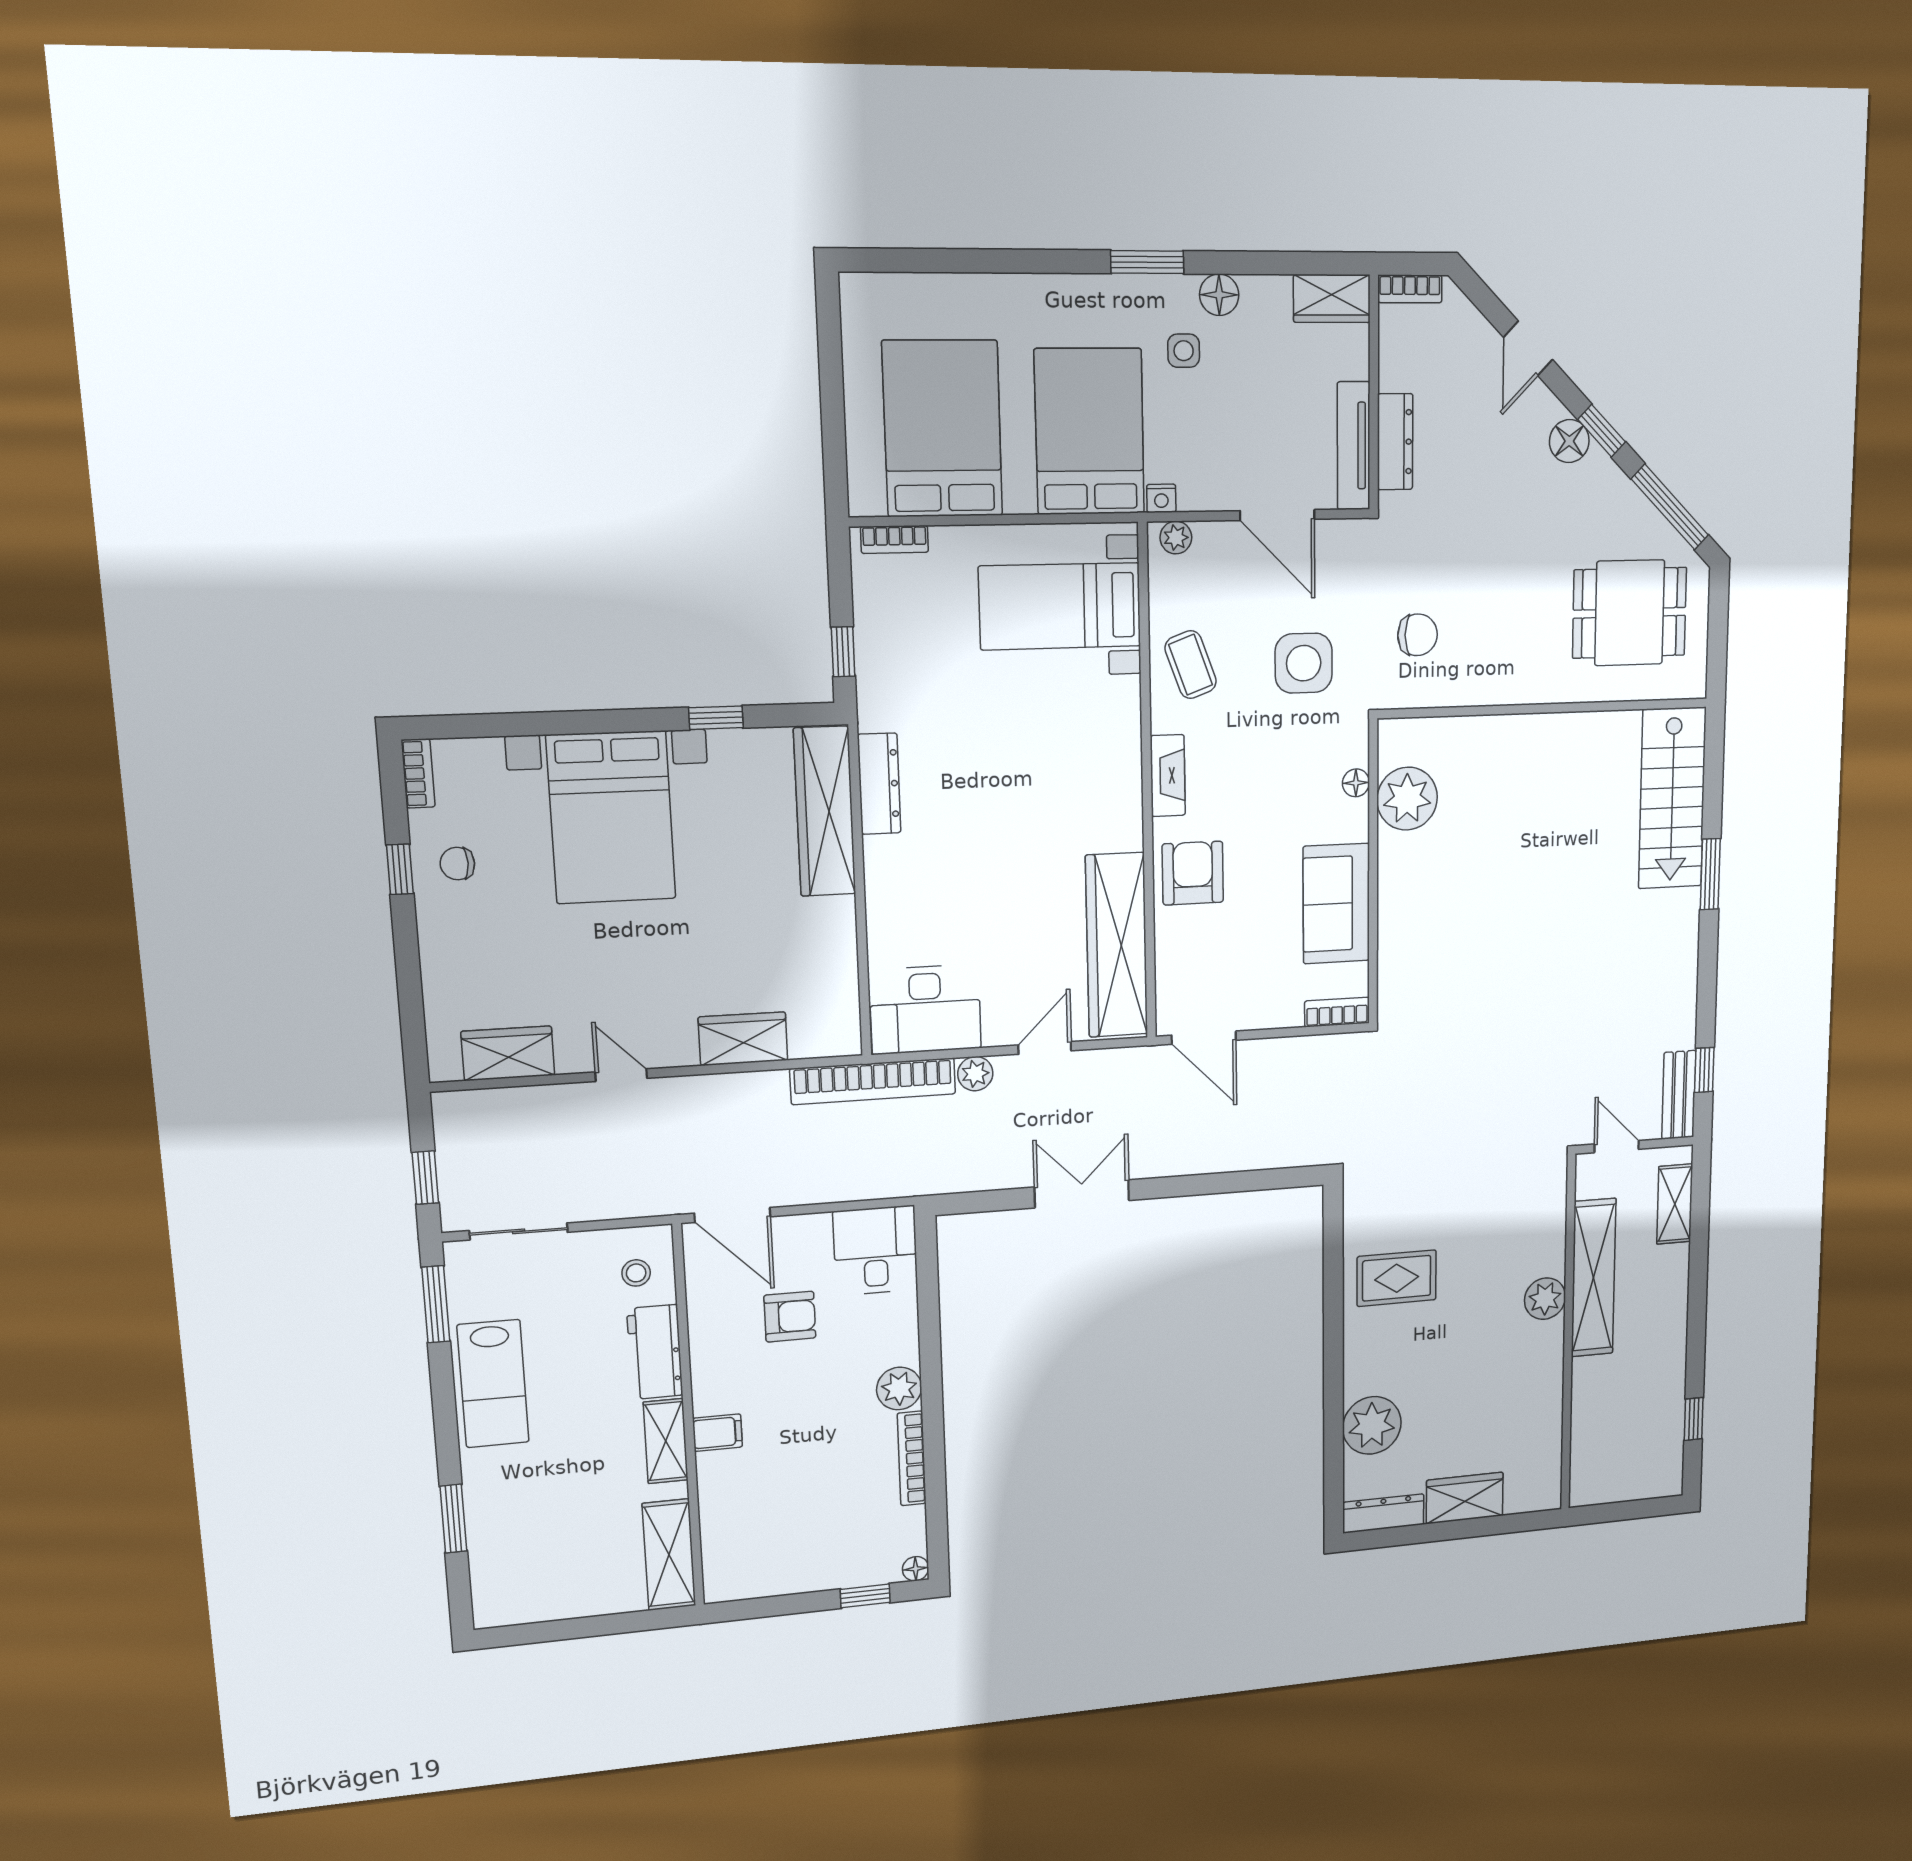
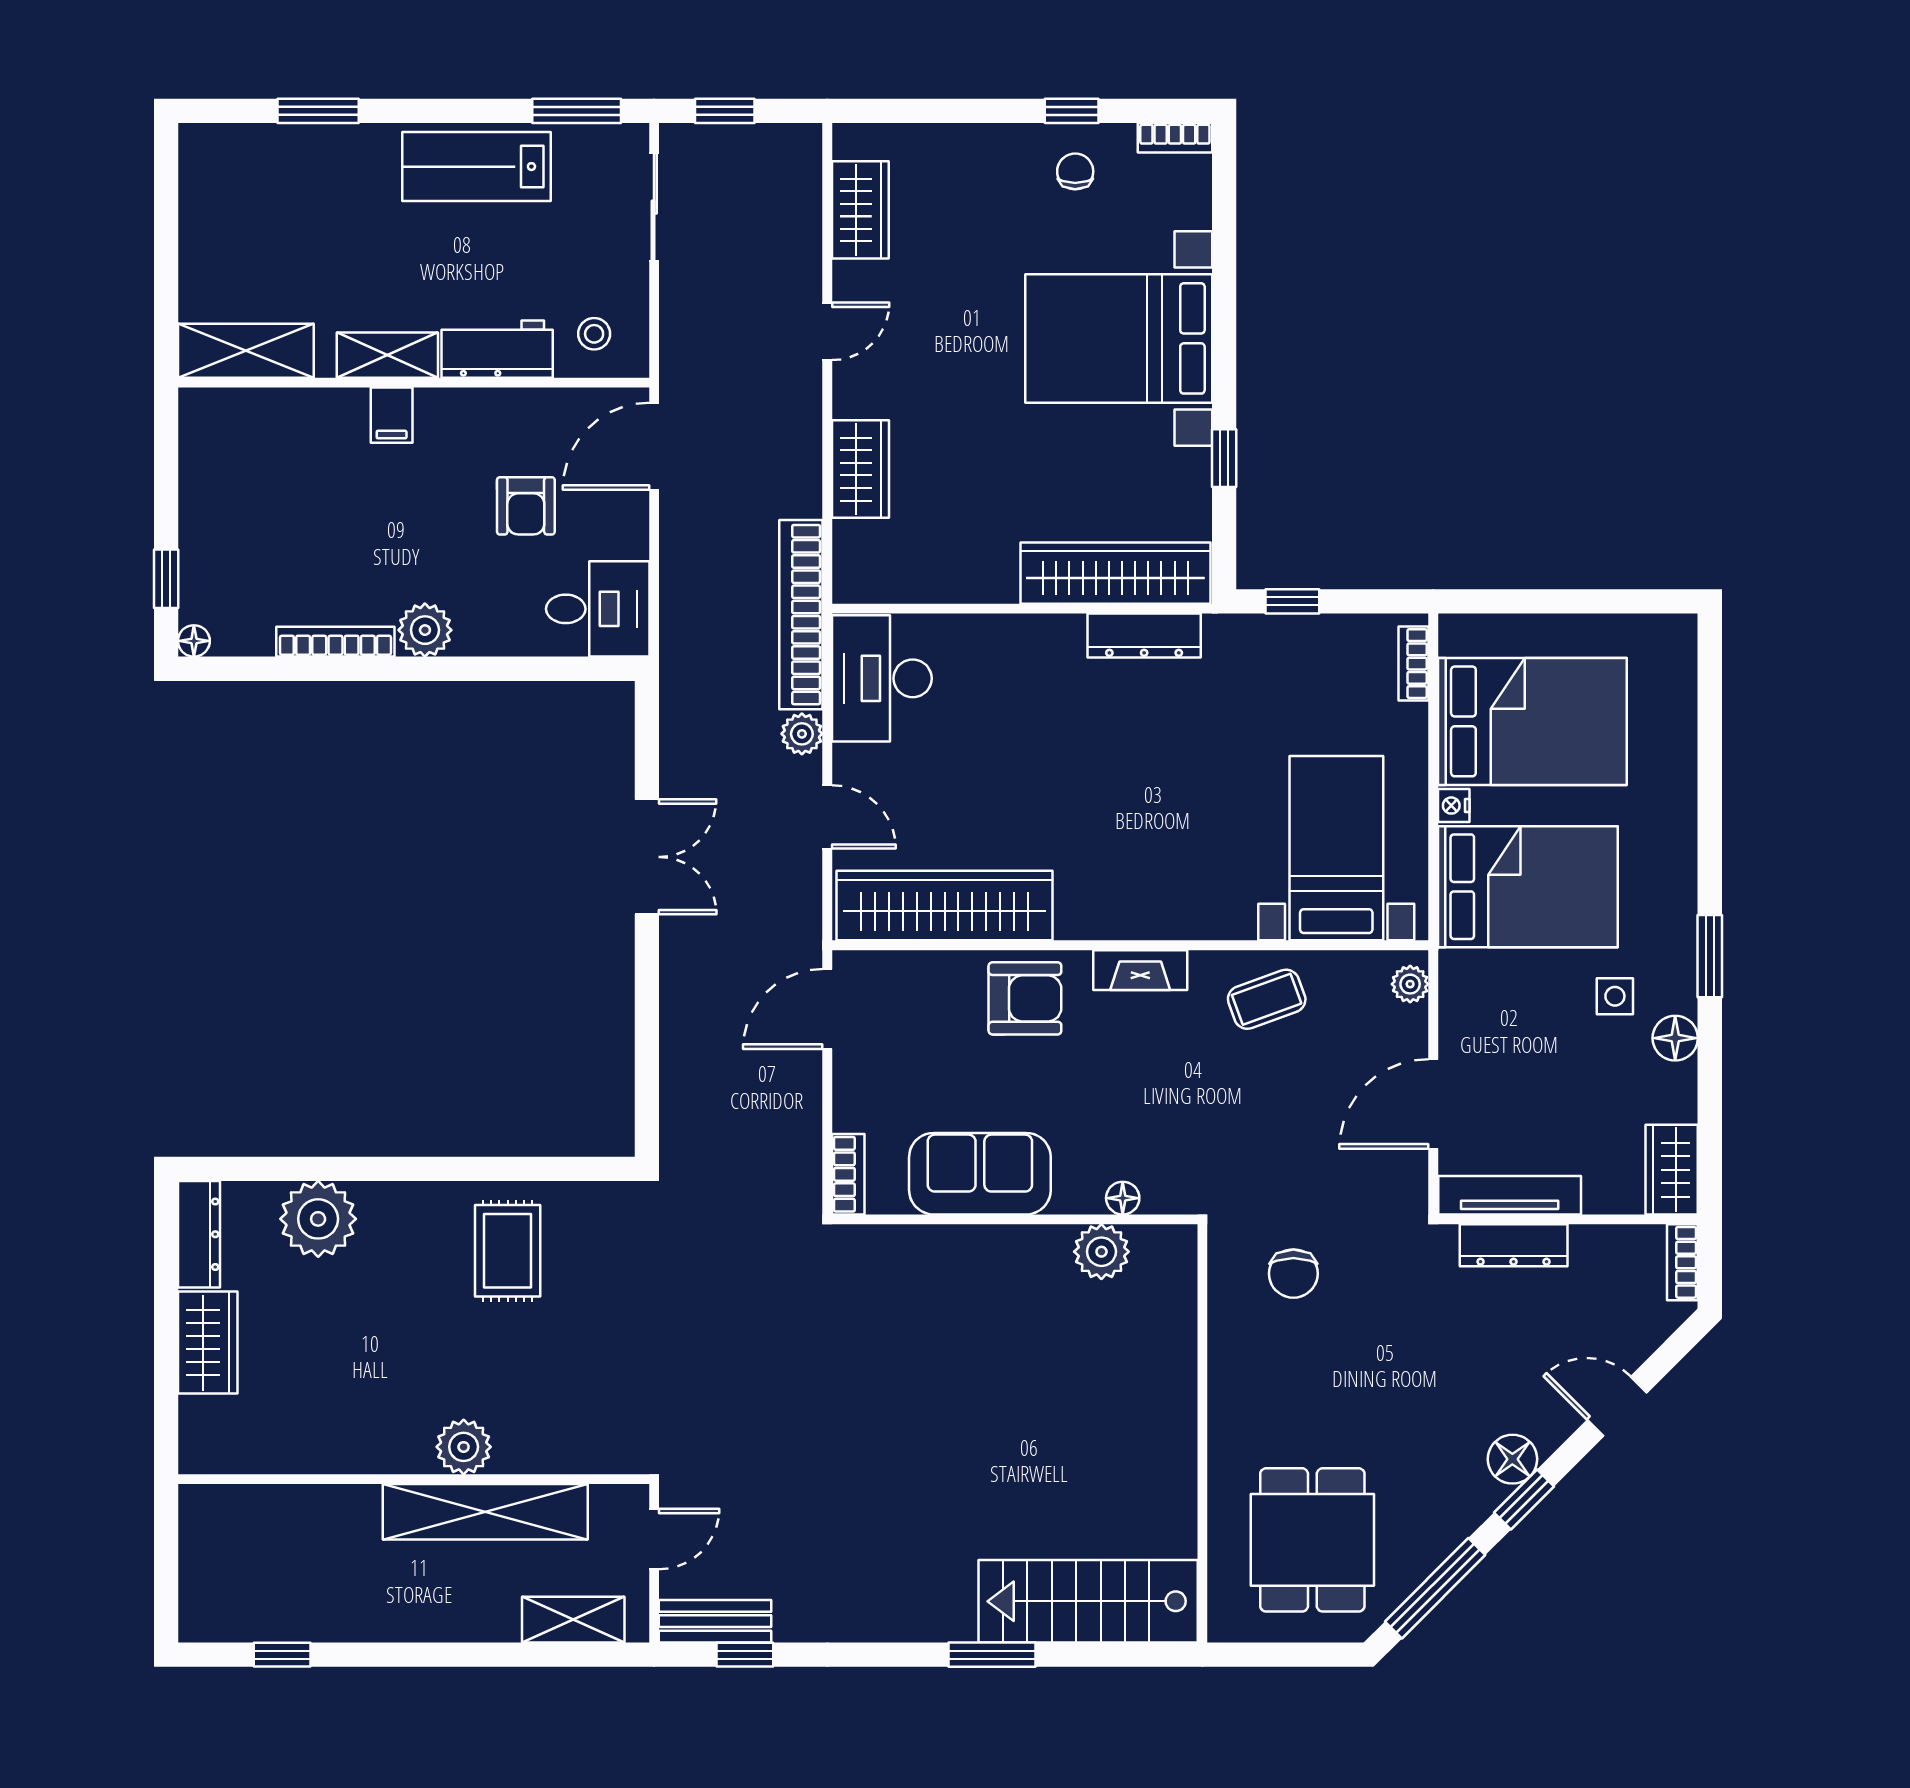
nightstand: (1161, 498) -> (1454, 806), moved
side table: (1304, 663) -> (1264, 1134), removed
plant: (1407, 799) -> (1101, 1252), width x0.73, depth x0.73

